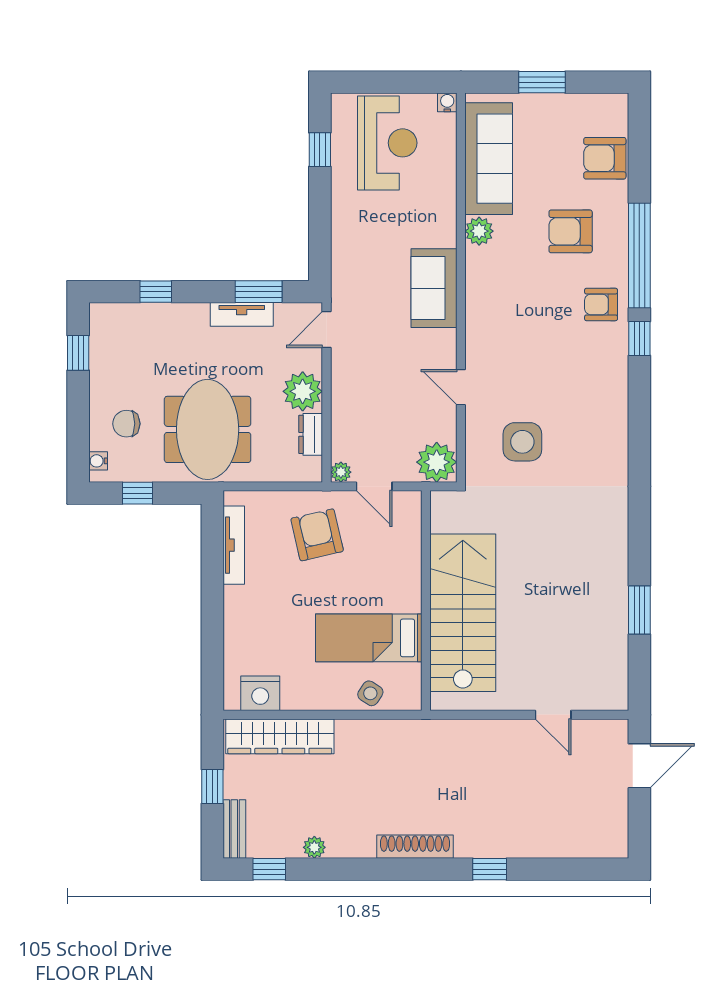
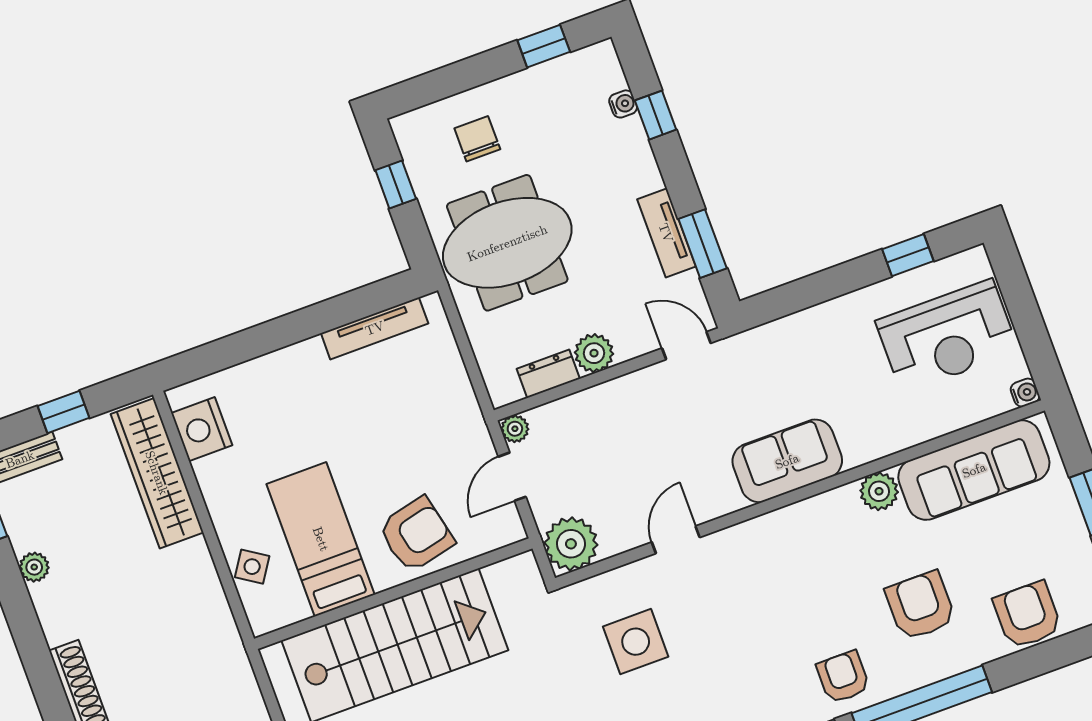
plant: (303, 391) -> (594, 353), width x0.73, depth x0.73
water cooler: (98, 461) -> (623, 104), moved, turned 90
armchair: (317, 535) -> (416, 535), moved

